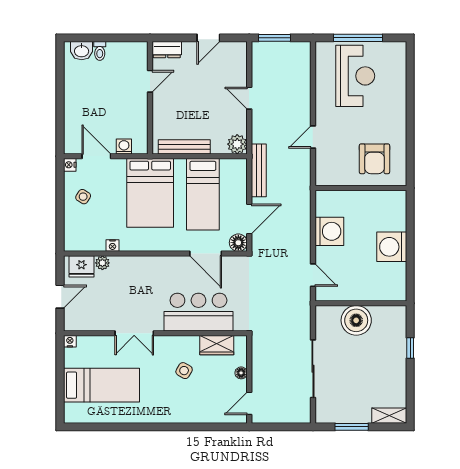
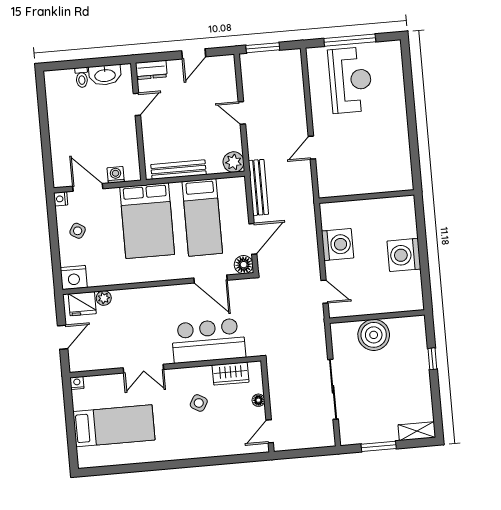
washbasin: (82, 51) -> (105, 75), moved, width x1.38
armchair: (374, 159) -> (378, 165), removed
nightstand: (112, 245) -> (74, 277), moved, width x1.89, depth x1.79

